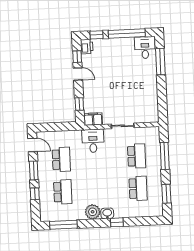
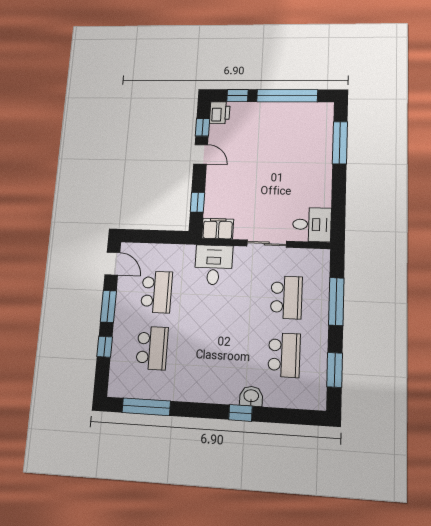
desk: (145, 48) -> (312, 225), moved, turned 90
plant: (93, 212) -> (200, 389), removed
washbasin: (107, 213) -> (251, 396), moved

